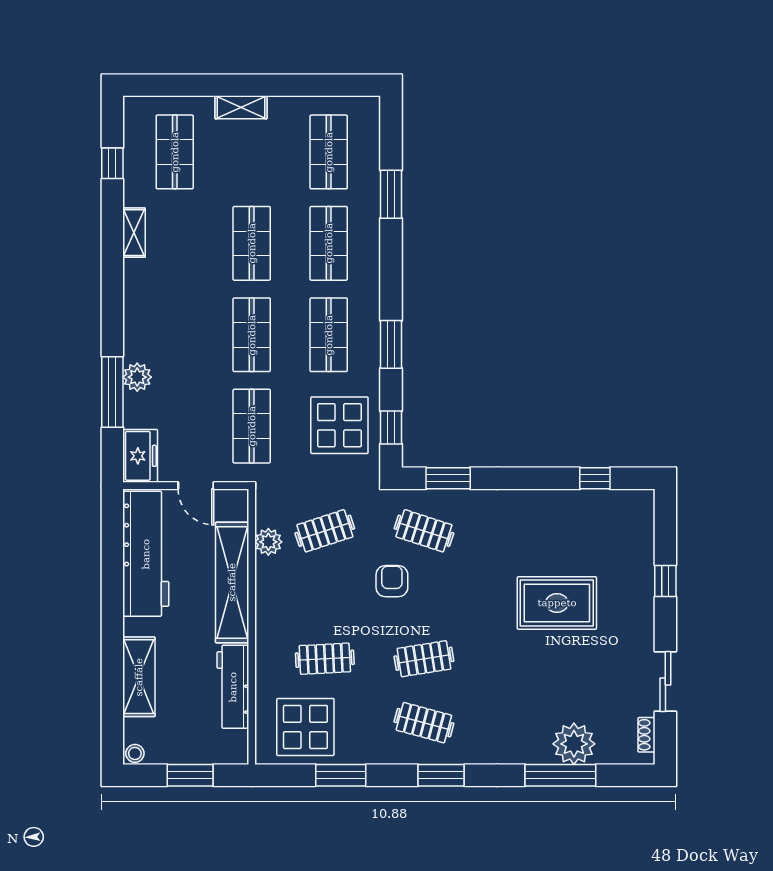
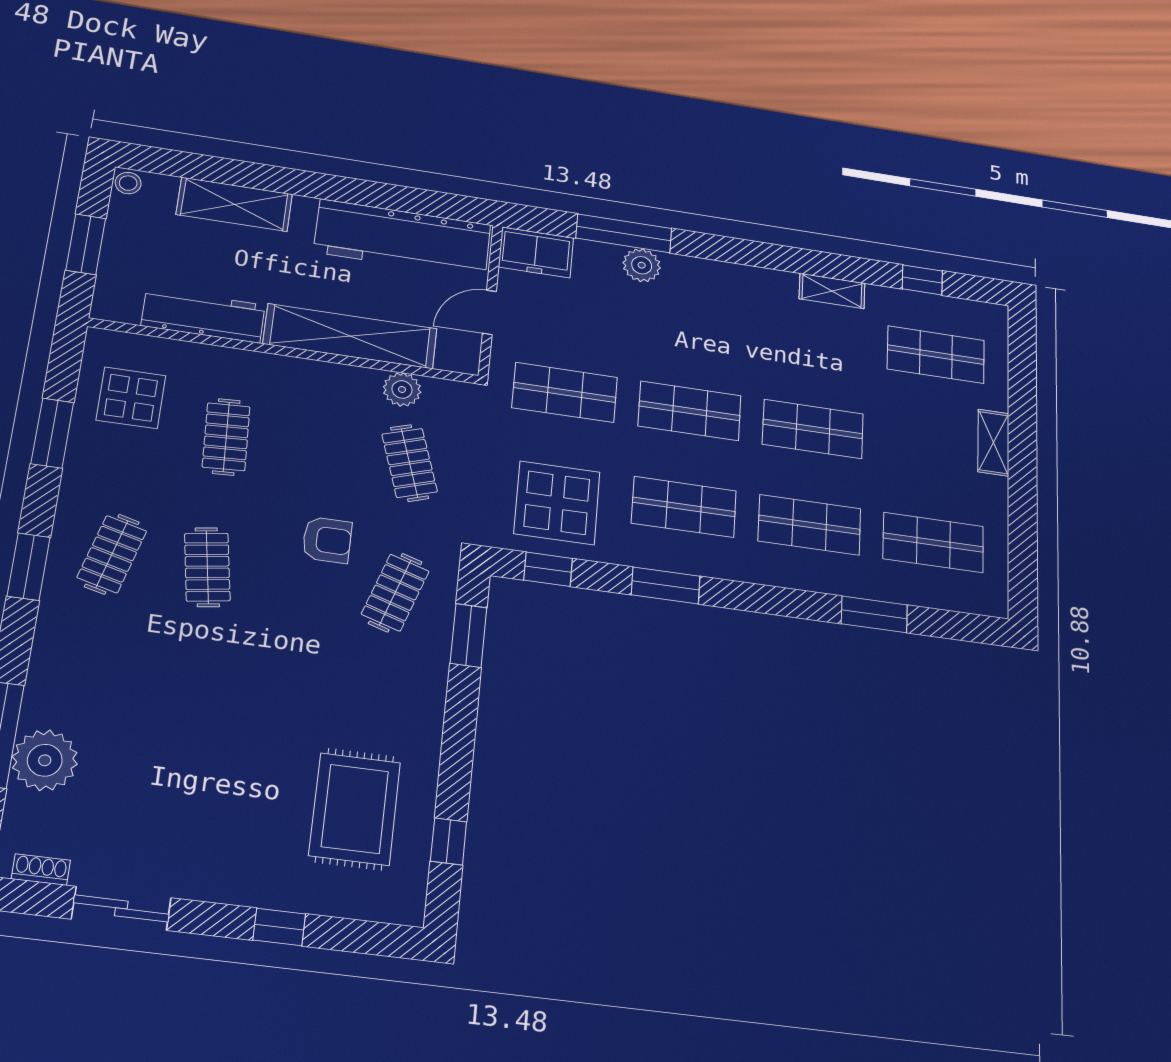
rug: (557, 603) -> (355, 809), moved
display table: (305, 727) -> (131, 398), width x0.73, depth x0.73

